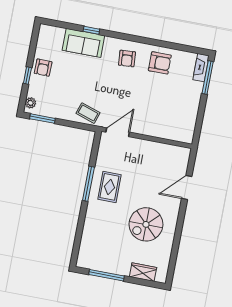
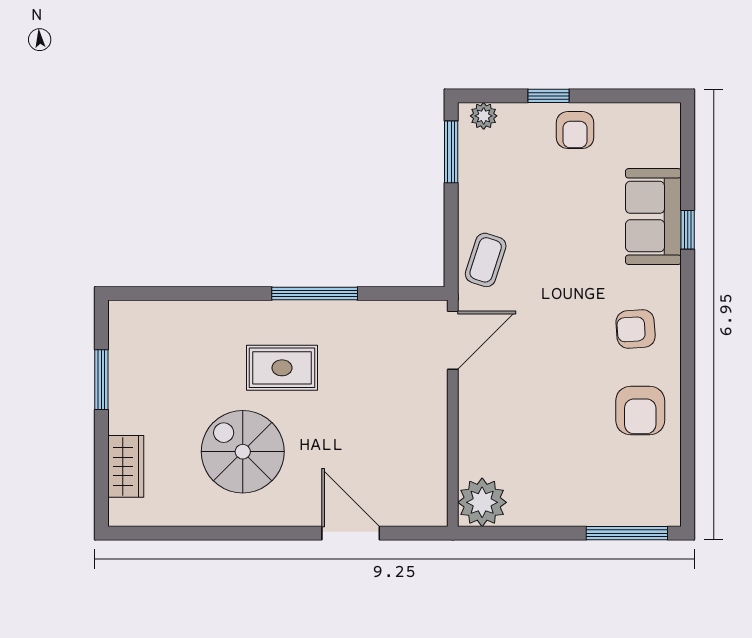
armchair: (43, 68) -> (575, 130), turned -91
fireplace: (201, 68) -> (648, 513), removed
door: (118, 132) -> (453, 340), hinge flipped
plant: (184, 133) -> (482, 502), added
rug: (109, 187) -> (282, 368), moved
window: (106, 275) -> (101, 380), width x0.69

